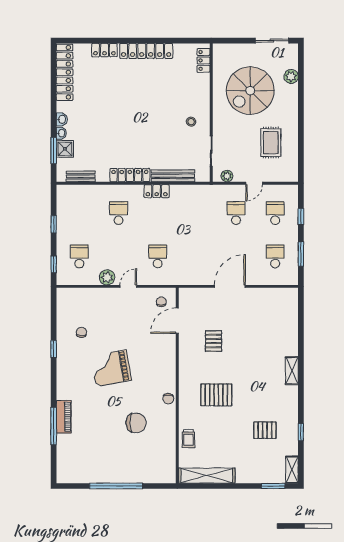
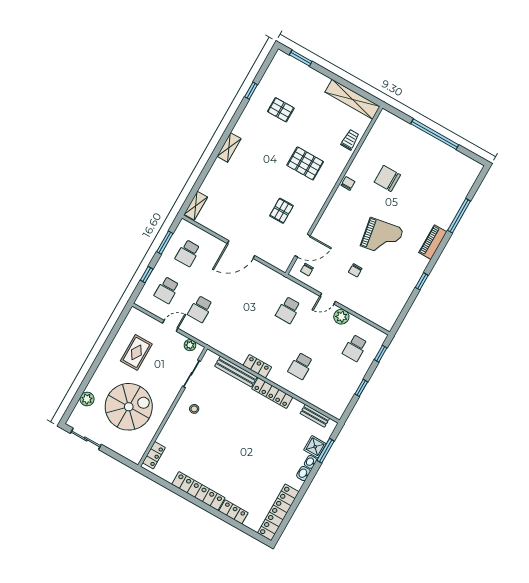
chair: (81, 332) -> (355, 270), moved
piano: (64, 417) -> (433, 242), moved
shelving: (292, 470) -> (196, 206), moved

